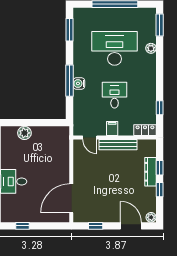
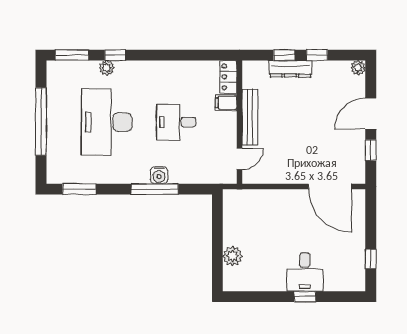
window: (160, 108) -> (115, 55), moved
filing cabinet: (112, 129) -> (226, 103), moved
door: (131, 226) -> (371, 114), moved

